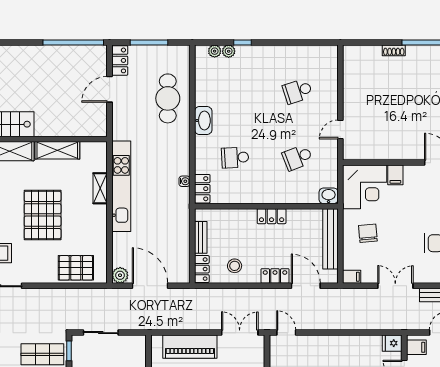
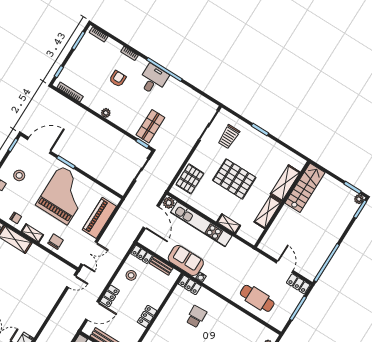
washbasin: (203, 120) -> (231, 311), removed
kitchen unit: (121, 186) -> (201, 224), moved
sofa: (176, 212) -> (186, 260), added
door: (150, 286) -> (151, 217), hinge flipped

